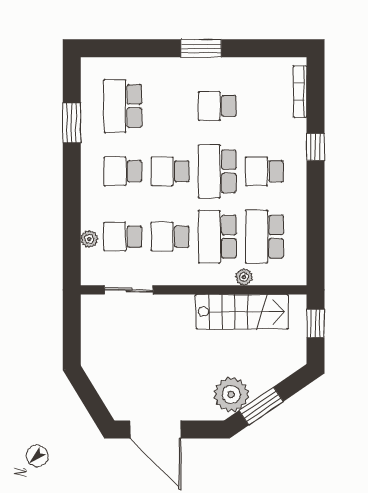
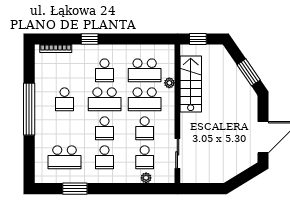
window: (201, 48) -> (29, 109), width x2.11
plant: (231, 395) -> (242, 91), removed

